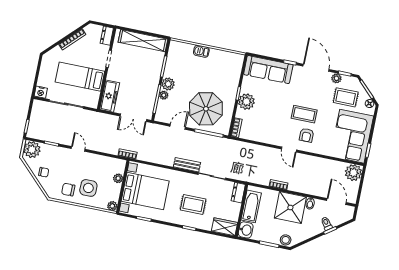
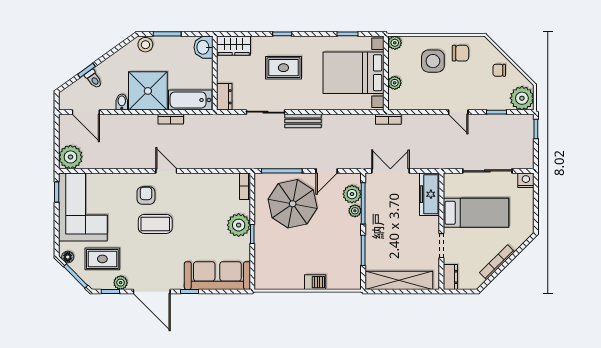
plant: (168, 84) -> (352, 194), moved
bathtub: (251, 206) -> (190, 100), moved, turned 90

